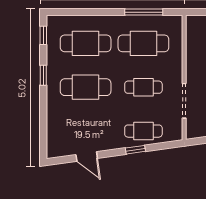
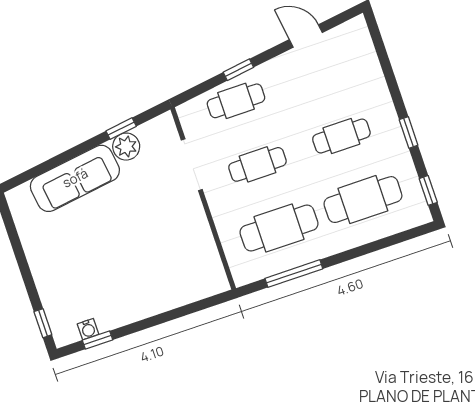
cafe table: (86, 87) -> (341, 136), width x0.73, depth x0.74

